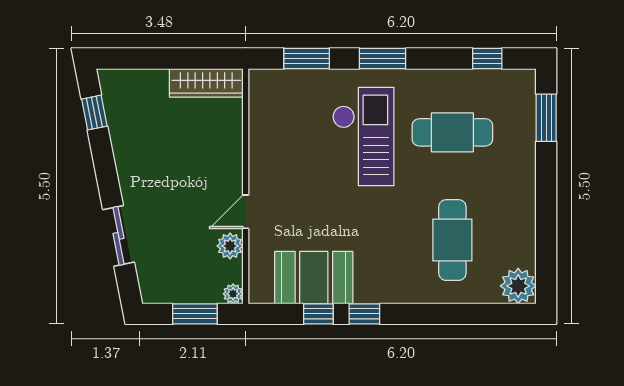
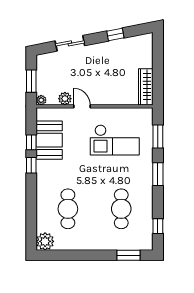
window: (94, 113) -> (115, 34), moved
checkout: (363, 137) -> (115, 140), moved
cafe table: (452, 240) -> (68, 209), turned 90

